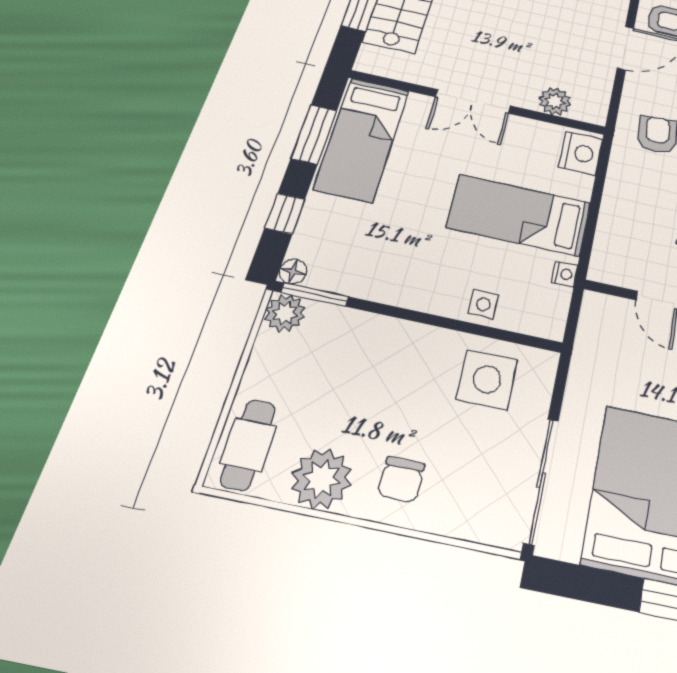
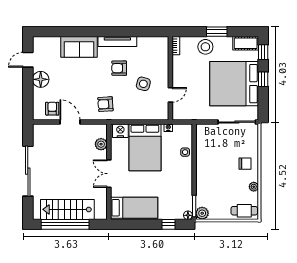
double door: (473, 101) -> (109, 174), swing flipped
window: (314, 134) -> (137, 224), removed
bed: (519, 215) -> (145, 147), width x1.50
side table: (487, 380) -> (210, 145), removed
plant: (322, 479) -> (254, 187), width x0.53, depth x0.53

